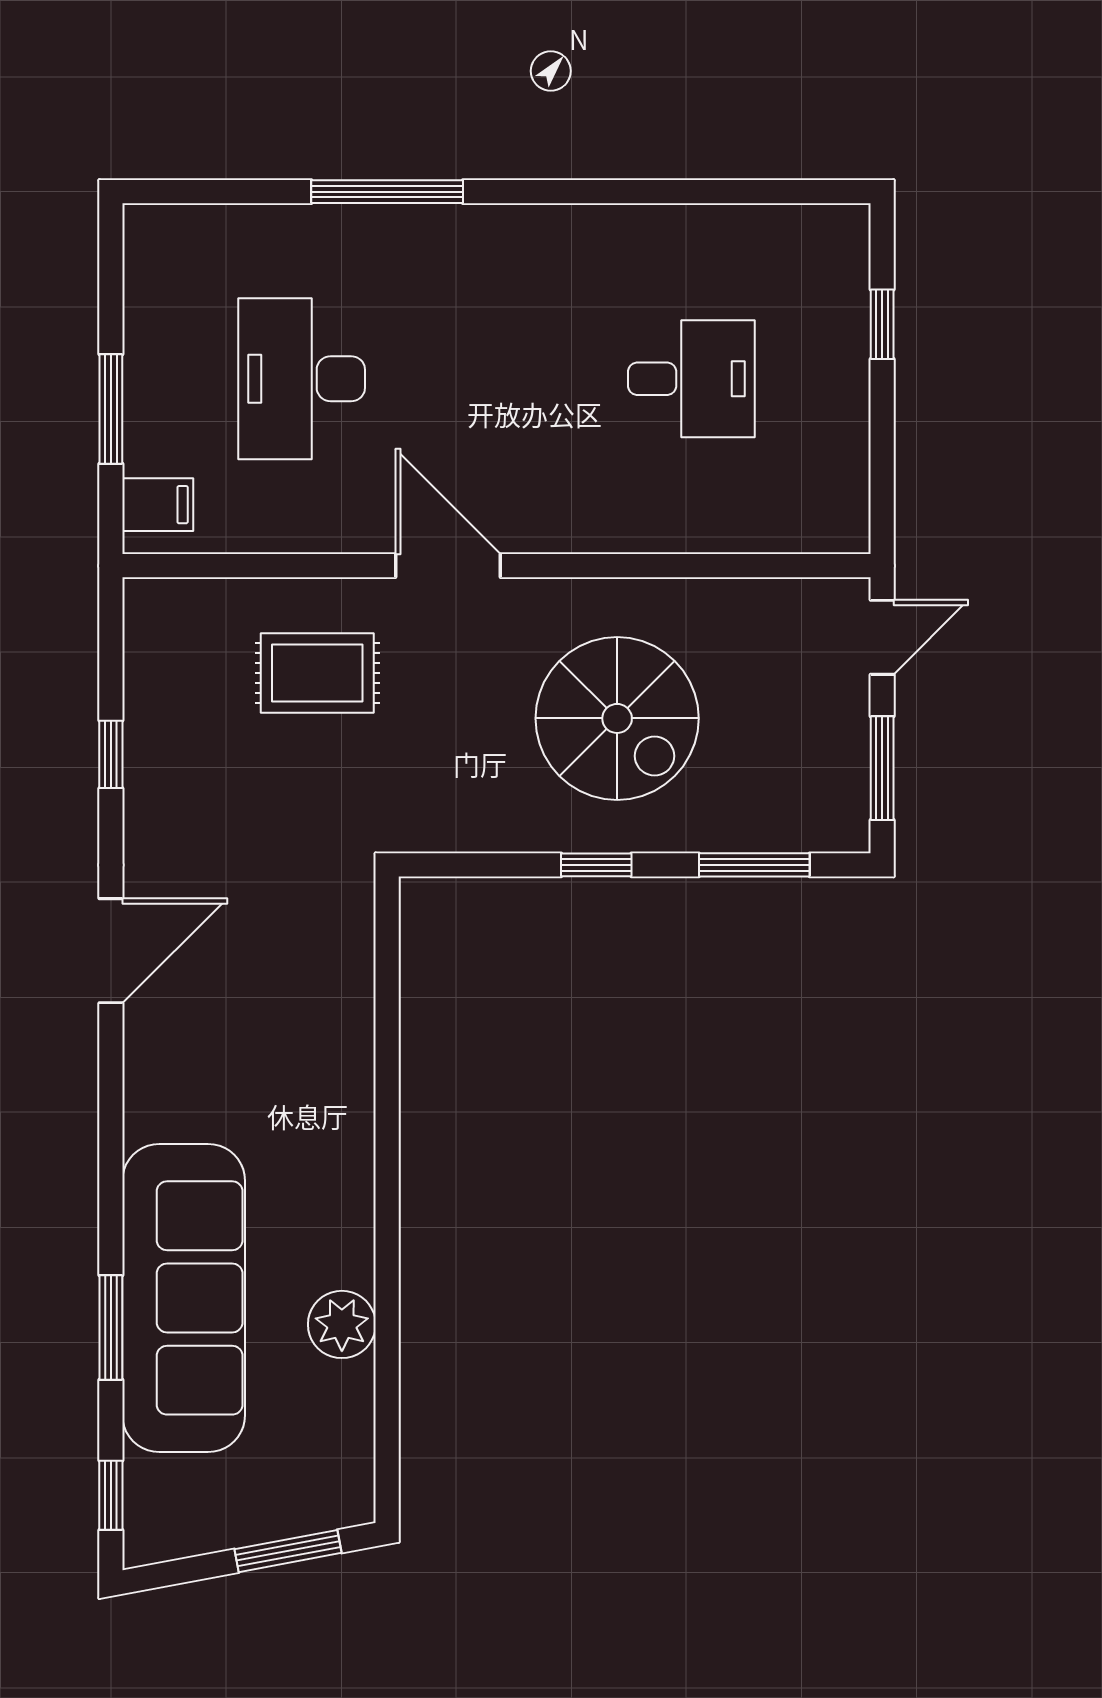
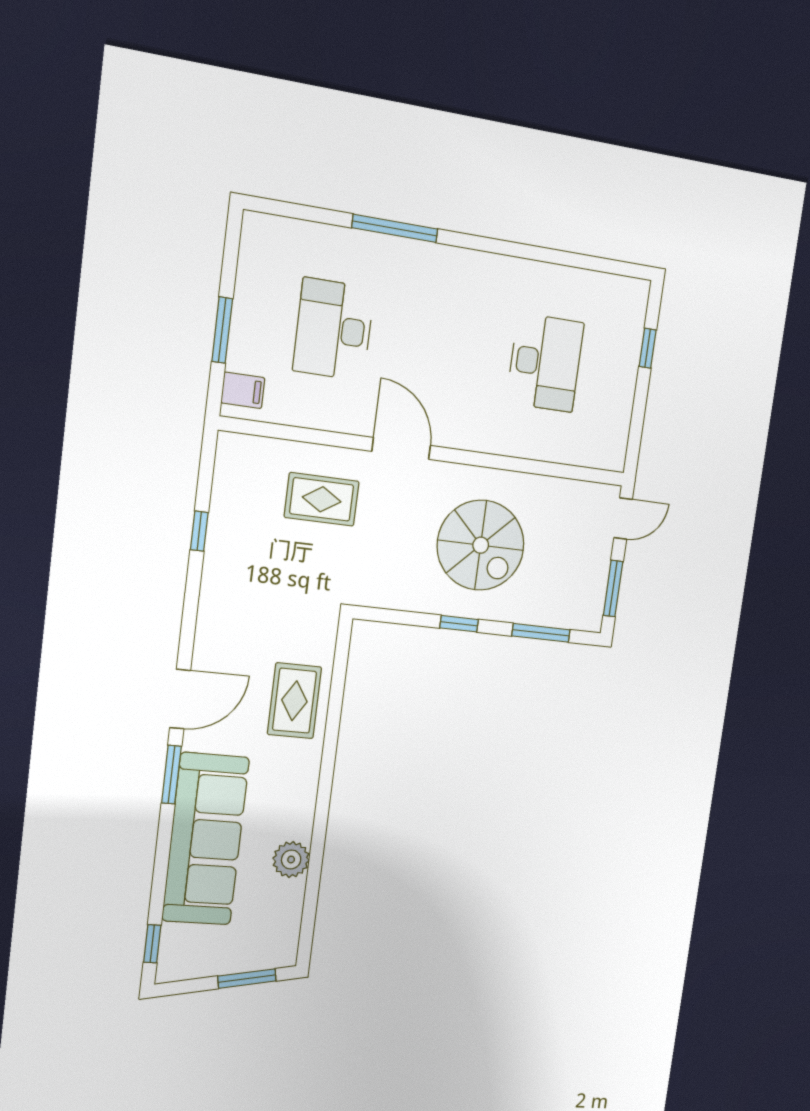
desk: (691, 379) -> (545, 363), width x1.37
door: (111, 951) -> (180, 699), moved
rug: (313, 1035) -> (294, 701), added
window: (111, 1327) -> (171, 775), moved

